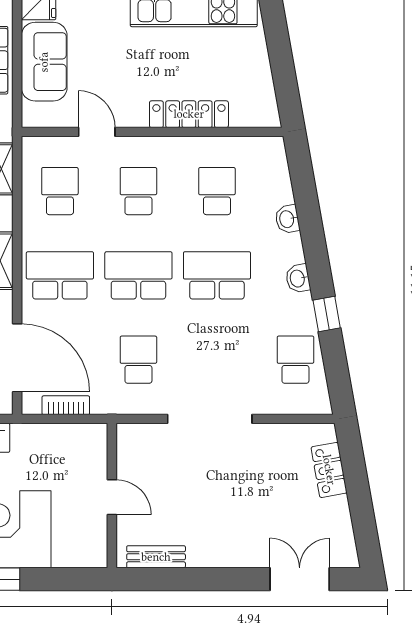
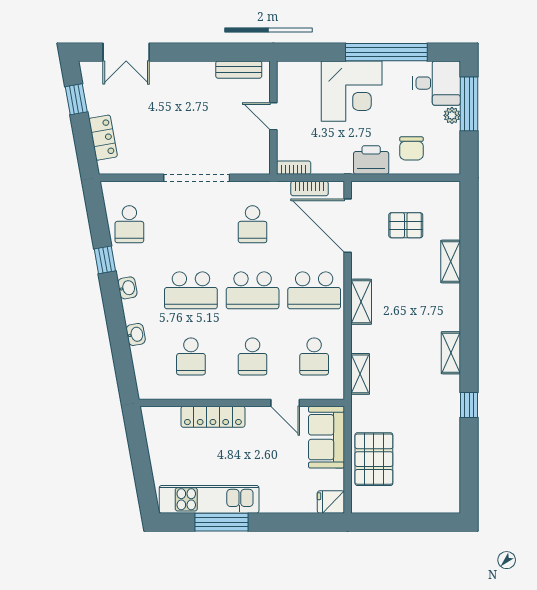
sofa: (44, 62) -> (326, 437), moved
bookcase: (86, 432) -> (294, 168), added
window: (363, 519) -> (76, 99), added

